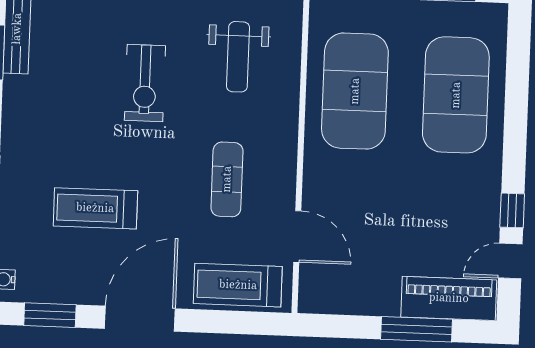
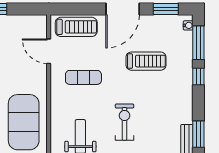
exercise mat: (227, 179) -> (83, 77), turned 90

